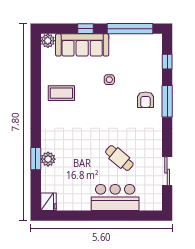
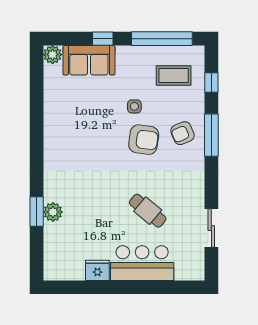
sofa: (82, 45) -> (89, 60), width x0.73
coffee table: (61, 93) -> (174, 75), moved
armchair: (146, 100) -> (183, 133), turned 67
armchair: (116, 105) -> (144, 140), added
fridge: (48, 202) -> (97, 270), moved, turned -90

